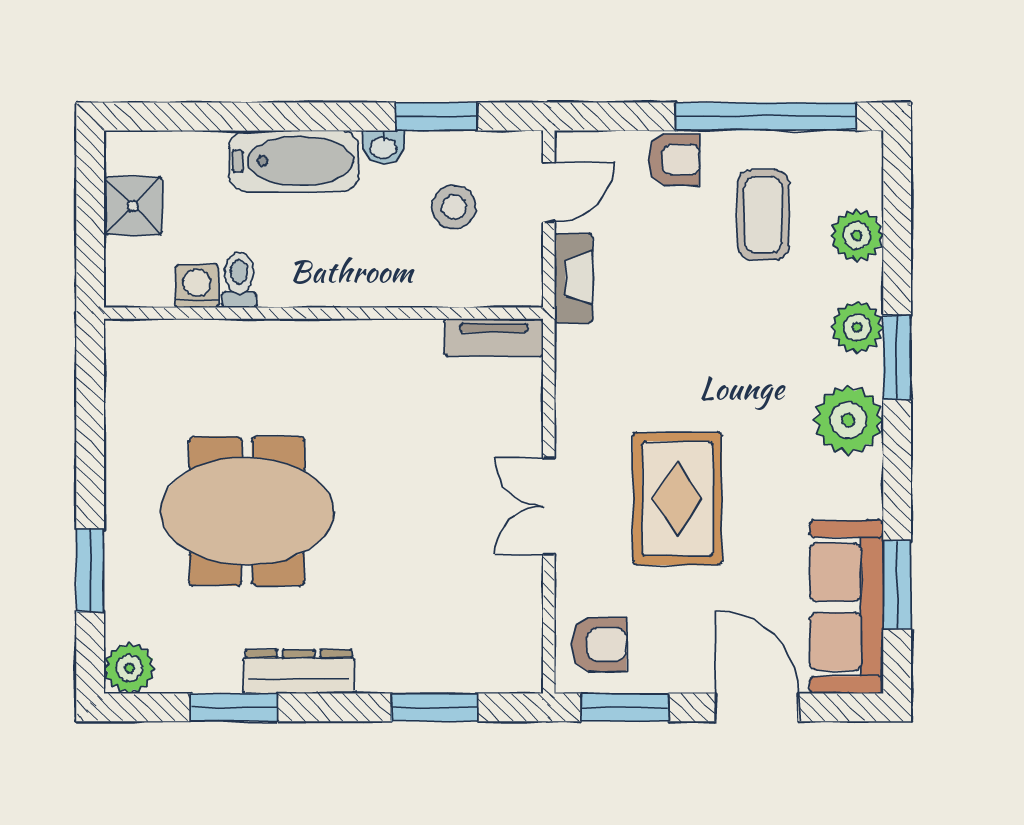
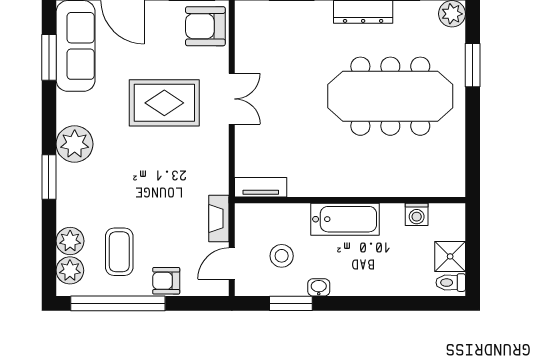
bathtub: (294, 161) -> (345, 219), moved, turned 180
toilet: (239, 280) -> (451, 283), moved, turned 90
plant: (857, 327) -> (70, 270), moved
rug: (677, 499) -> (164, 103), turned 90
meeting table: (247, 511) -> (390, 96), width x1.36
armchair: (599, 644) -> (205, 26), width x1.38, depth x1.38

